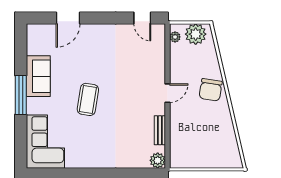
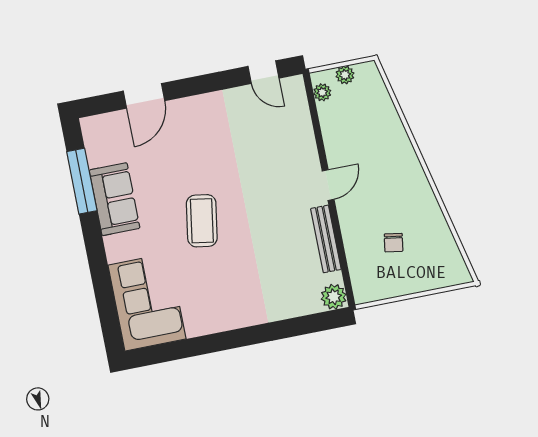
plant: (196, 34) -> (345, 75), width x0.53, depth x0.53
chair: (211, 90) -> (394, 243), moved, width x0.54, depth x0.54
window: (21, 95) -> (82, 181), moved
bench: (160, 130) -> (326, 239), width x1.36

